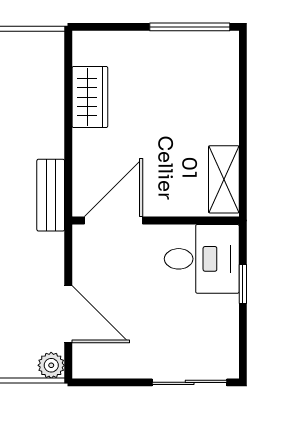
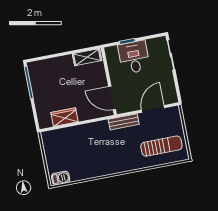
bench: (51, 195) -> (124, 122), moved
desk: (202, 259) -> (134, 57), moved
plant: (51, 365) -> (175, 112), removed

